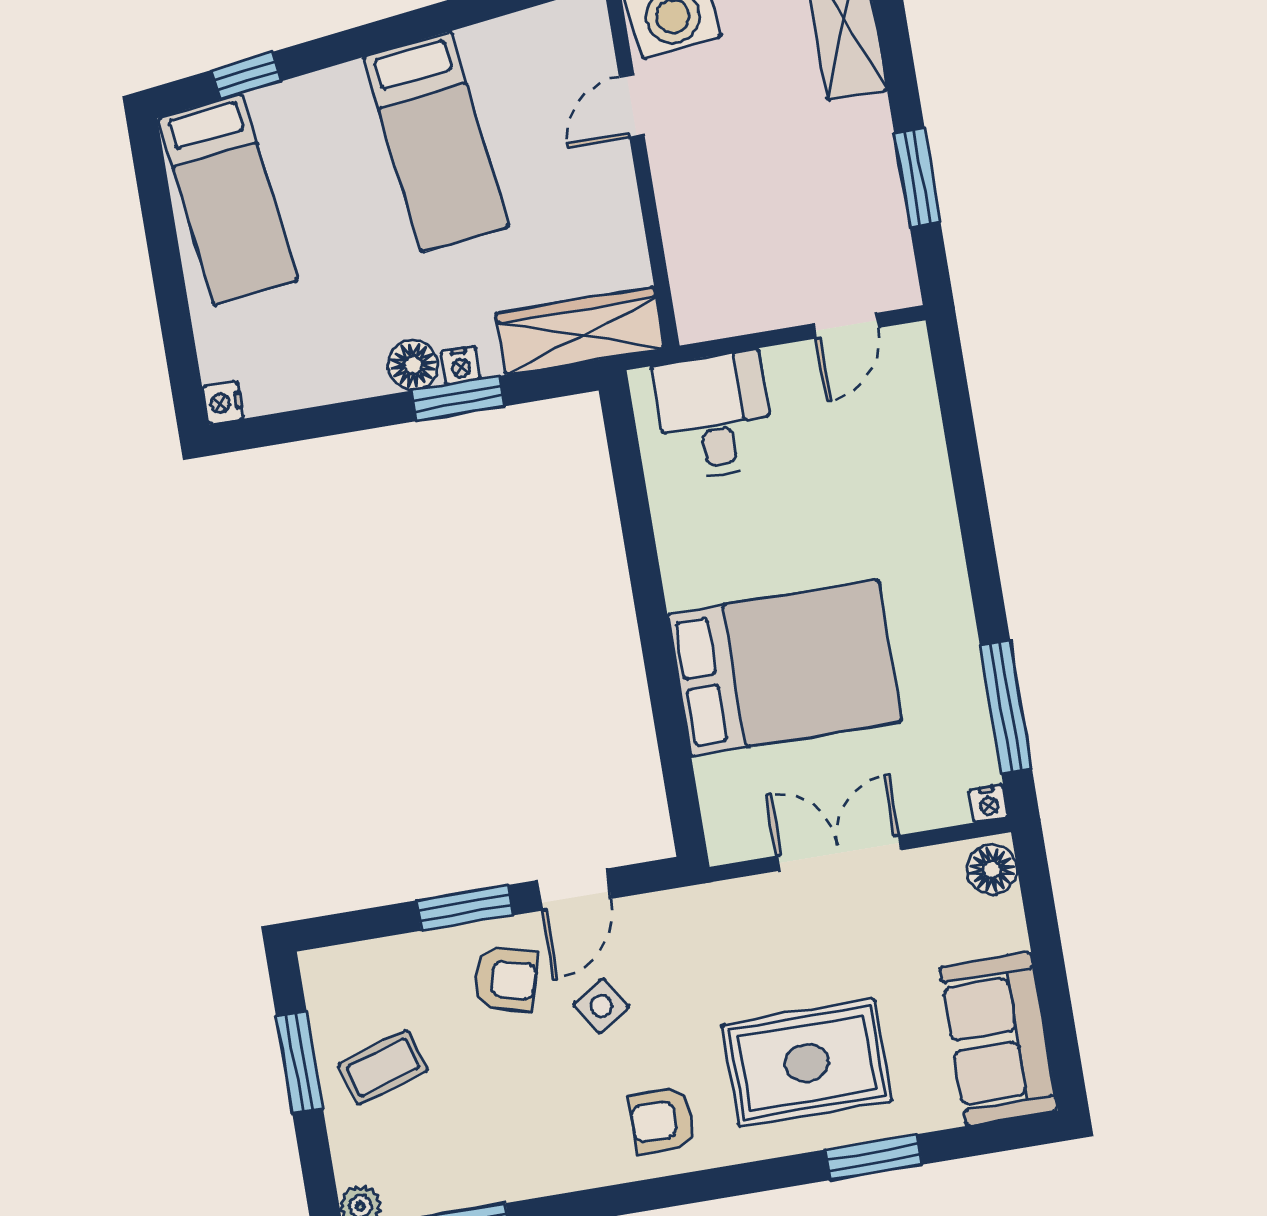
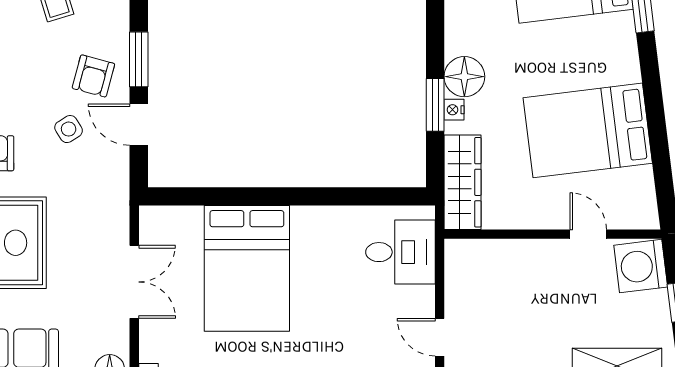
bed: (436, 142) -> (588, 130), width x1.50
floor lamp: (413, 365) -> (464, 77), width x1.38, depth x1.38

